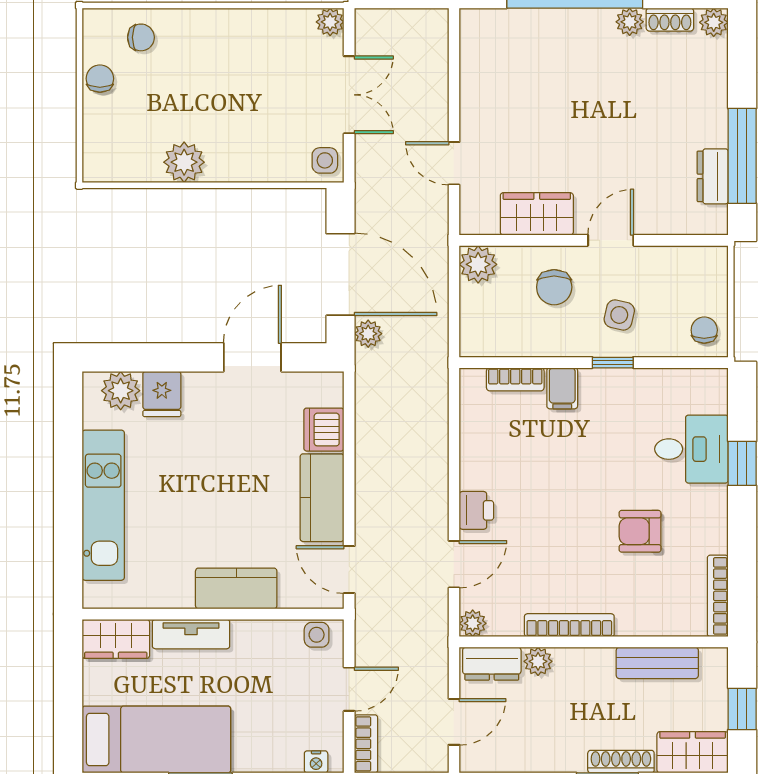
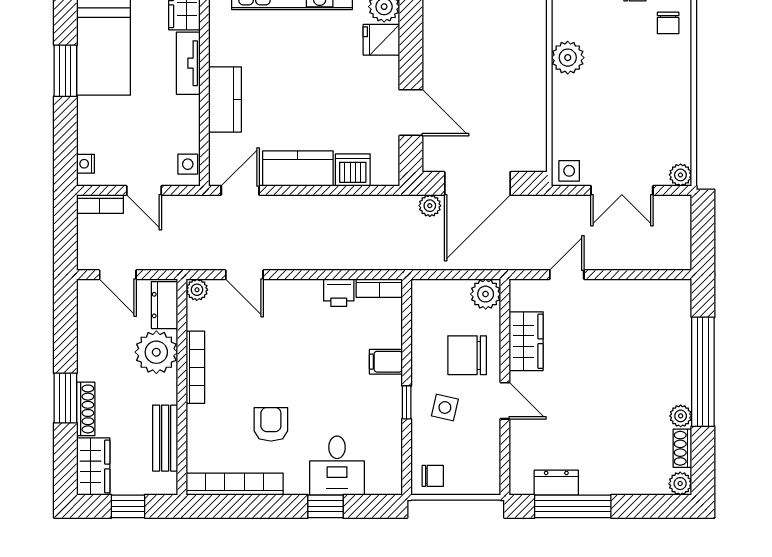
chair: (554, 287) -> (467, 355), width x1.37, depth x1.37
bookcase: (515, 379) -> (379, 288), moved, turned -90
printer: (476, 510) -> (339, 293), moved
bookcase: (718, 596) -> (235, 484), width x1.48, depth x1.31
plant: (538, 661) -> (156, 352), width x1.88, depth x1.88

